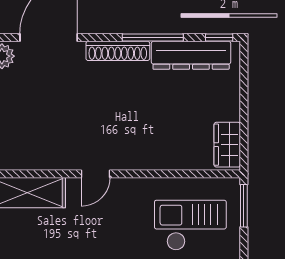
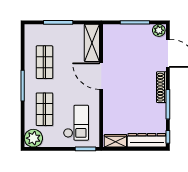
dresser: (191, 55) -> (147, 140), moved, turned 90
door: (95, 174) -> (101, 76), width x1.88

